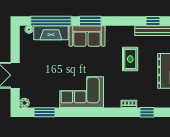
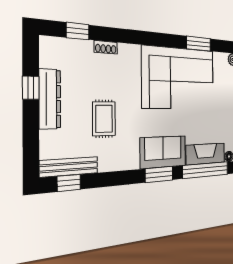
corner sofa: (82, 92) -> (179, 78), width x1.36, depth x1.36
window: (44, 112) -> (199, 44), moved

